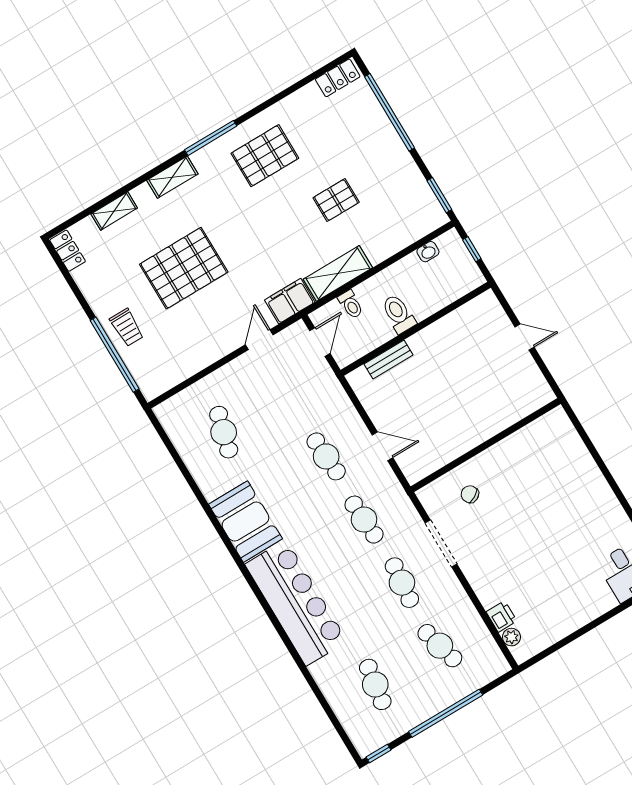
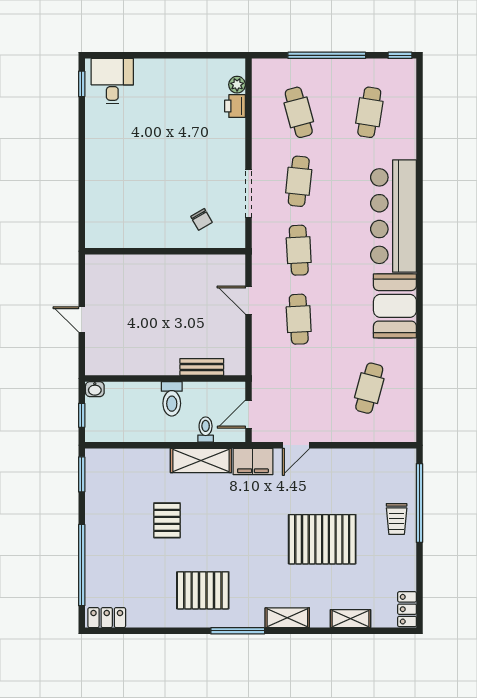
pallet: (336, 200) -> (167, 520), turned 90
washbasin: (428, 252) -> (95, 389), moved, turned 180
trolley: (127, 327) -> (397, 519), turned 180

